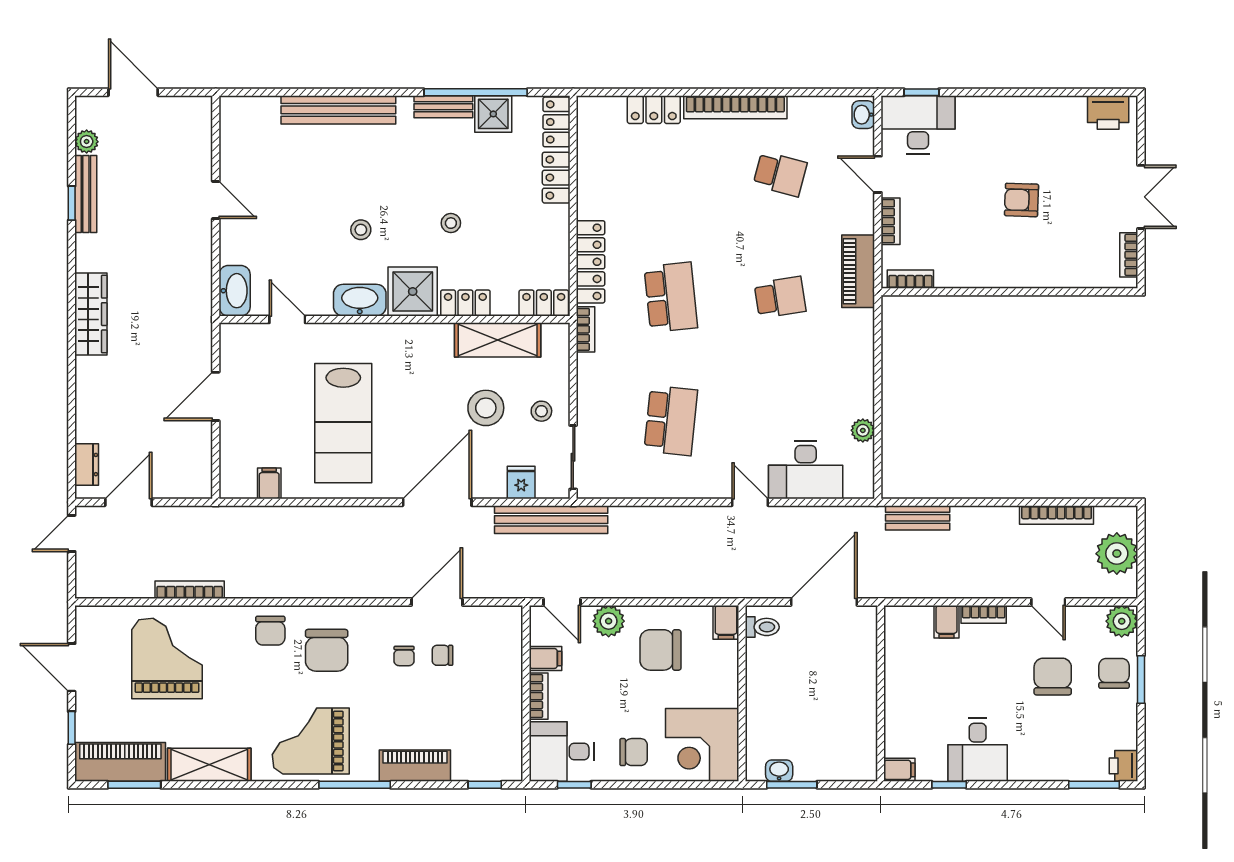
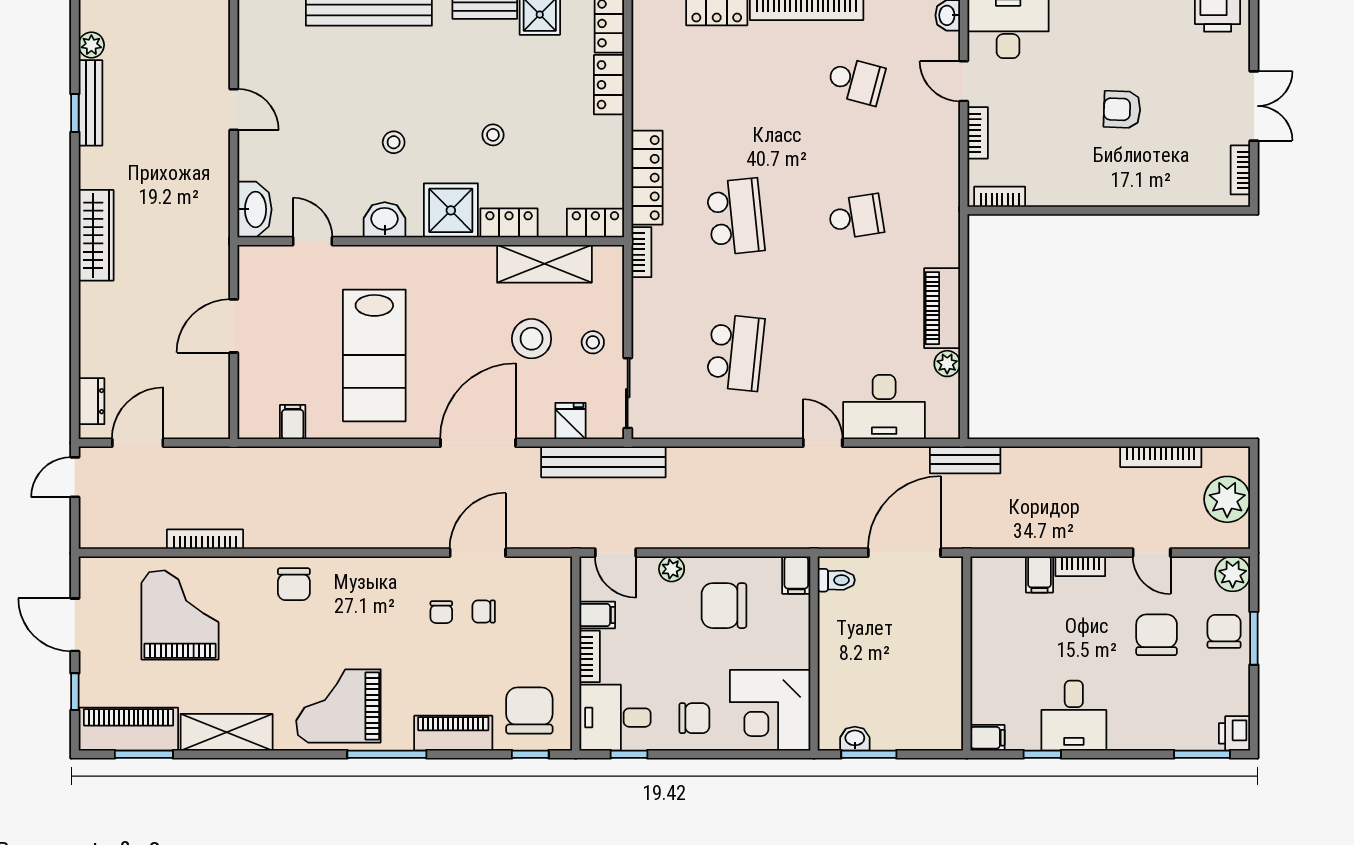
piano: (858, 271) -> (942, 308), moved
washbasin: (360, 300) -> (385, 220), width x0.72
bench: (918, 518) -> (965, 460), moved
plant: (609, 621) -> (672, 569), width x0.73, depth x0.73
chair: (327, 650) -> (529, 711), moved, turned 180

